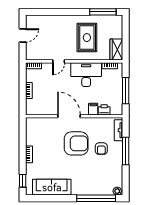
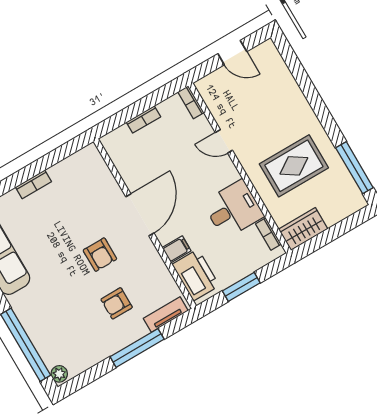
desk: (86, 75) -> (233, 209), width x0.73
window: (126, 91) -> (241, 287), width x0.69
printer: (104, 110) -> (196, 275), width x1.87, depth x1.48
armchair: (76, 143) -> (100, 255), width x0.53, depth x0.53

